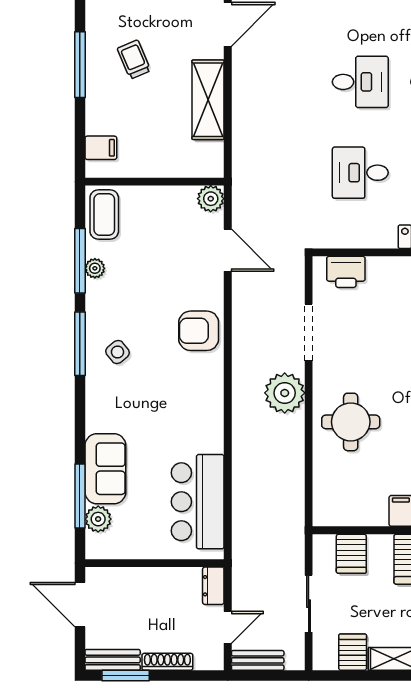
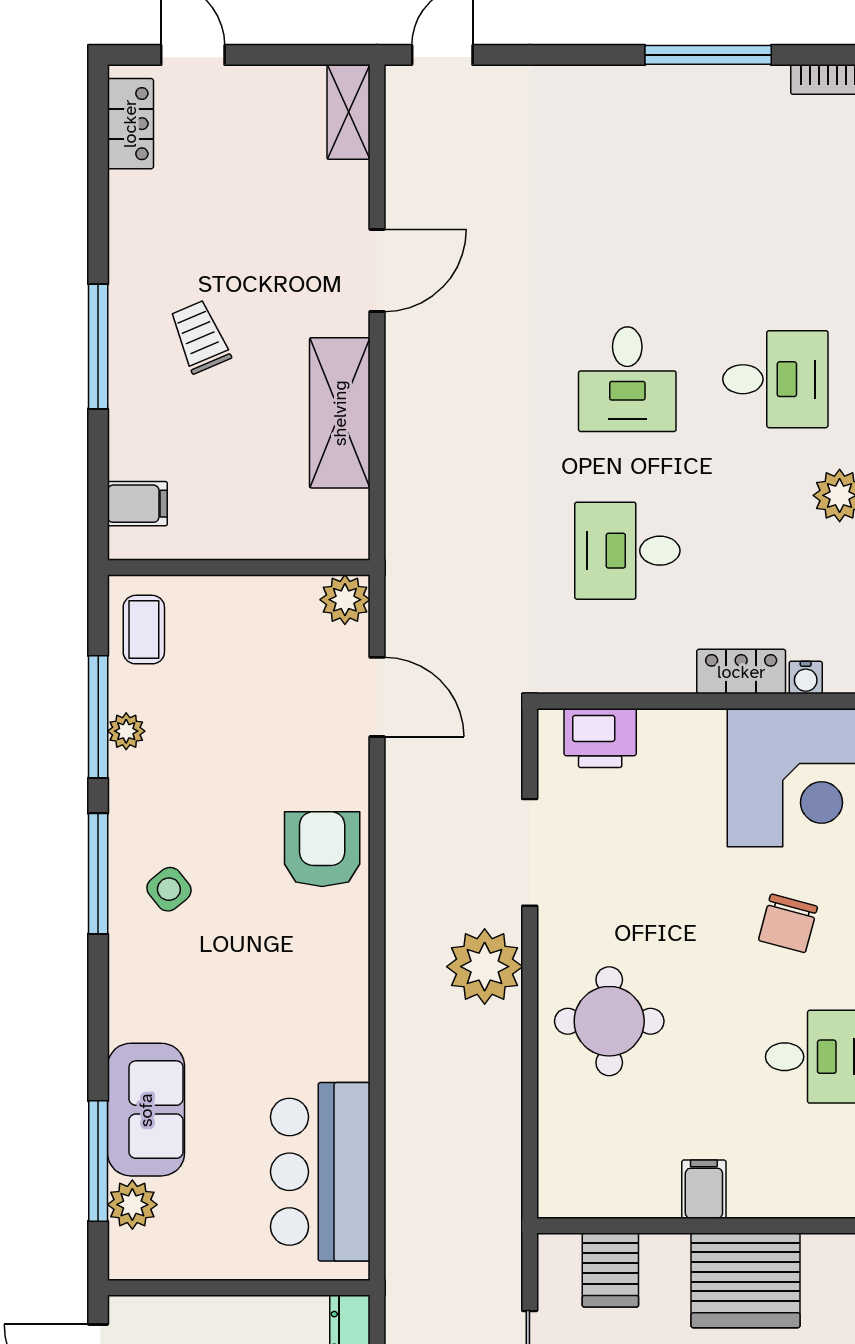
desk: (360, 82) -> (627, 379), turned 90
coffee table: (104, 215) -> (144, 630), width x0.73, depth x0.77
armchair: (199, 331) -> (322, 849), turned 90

